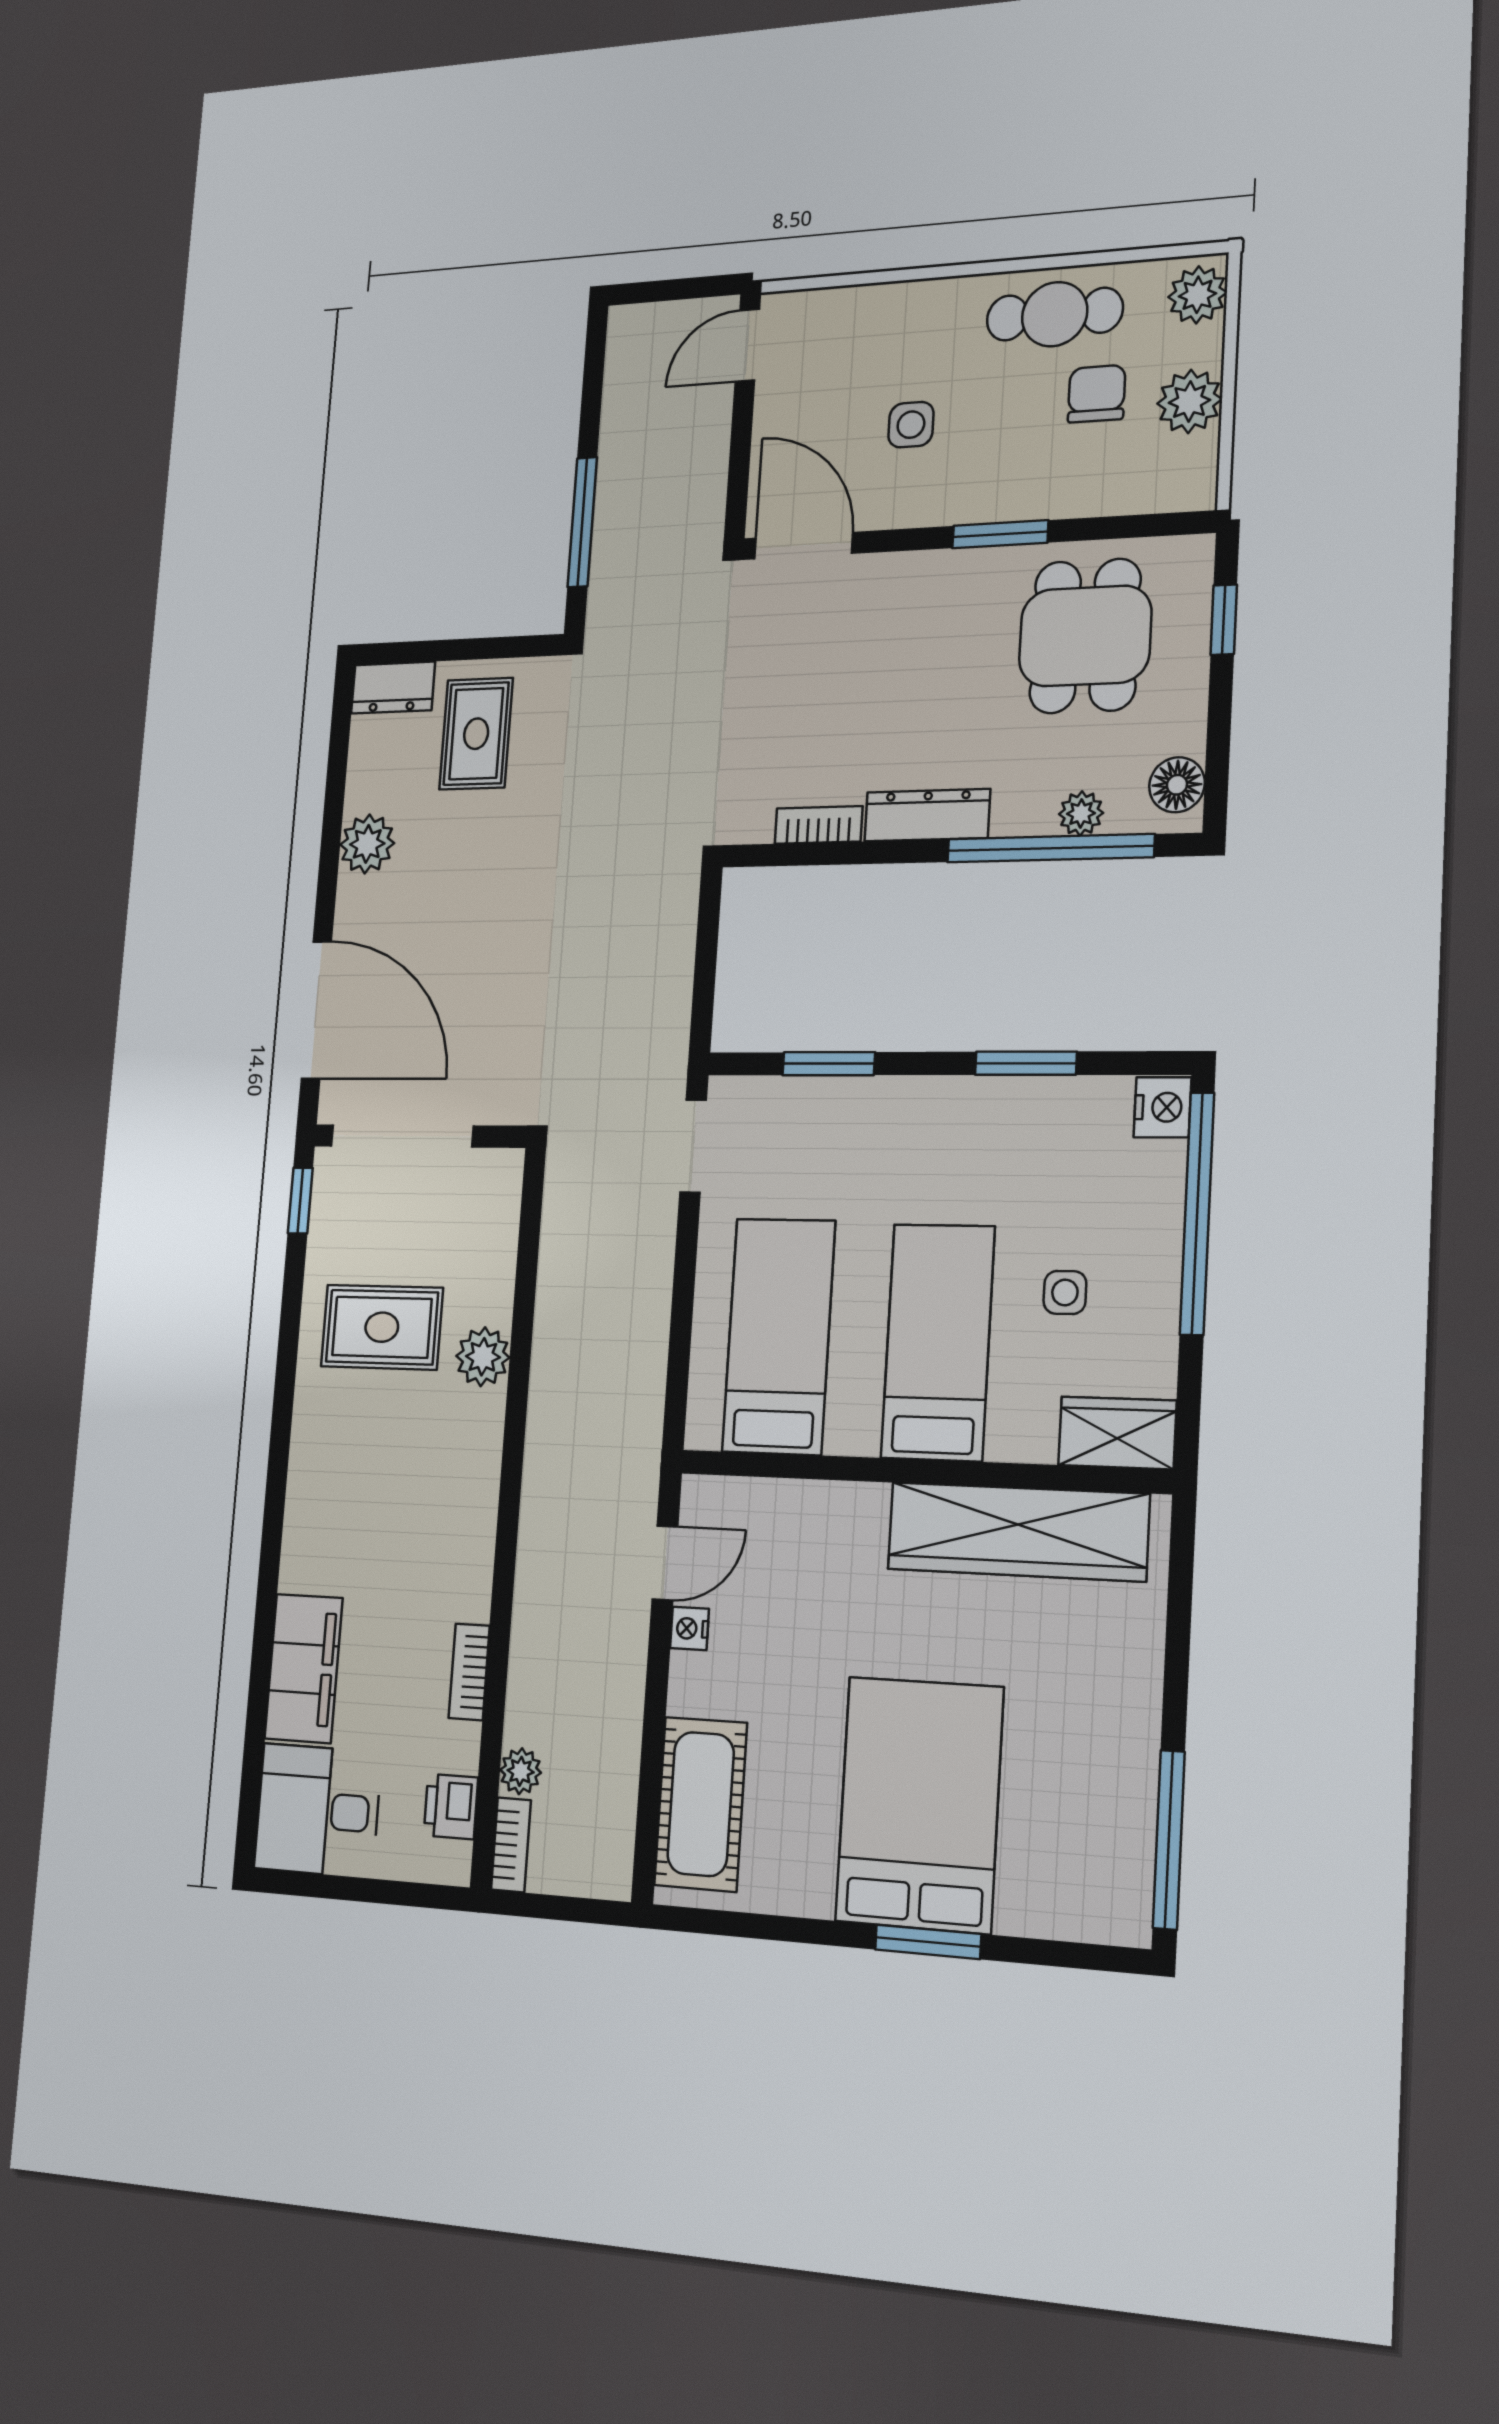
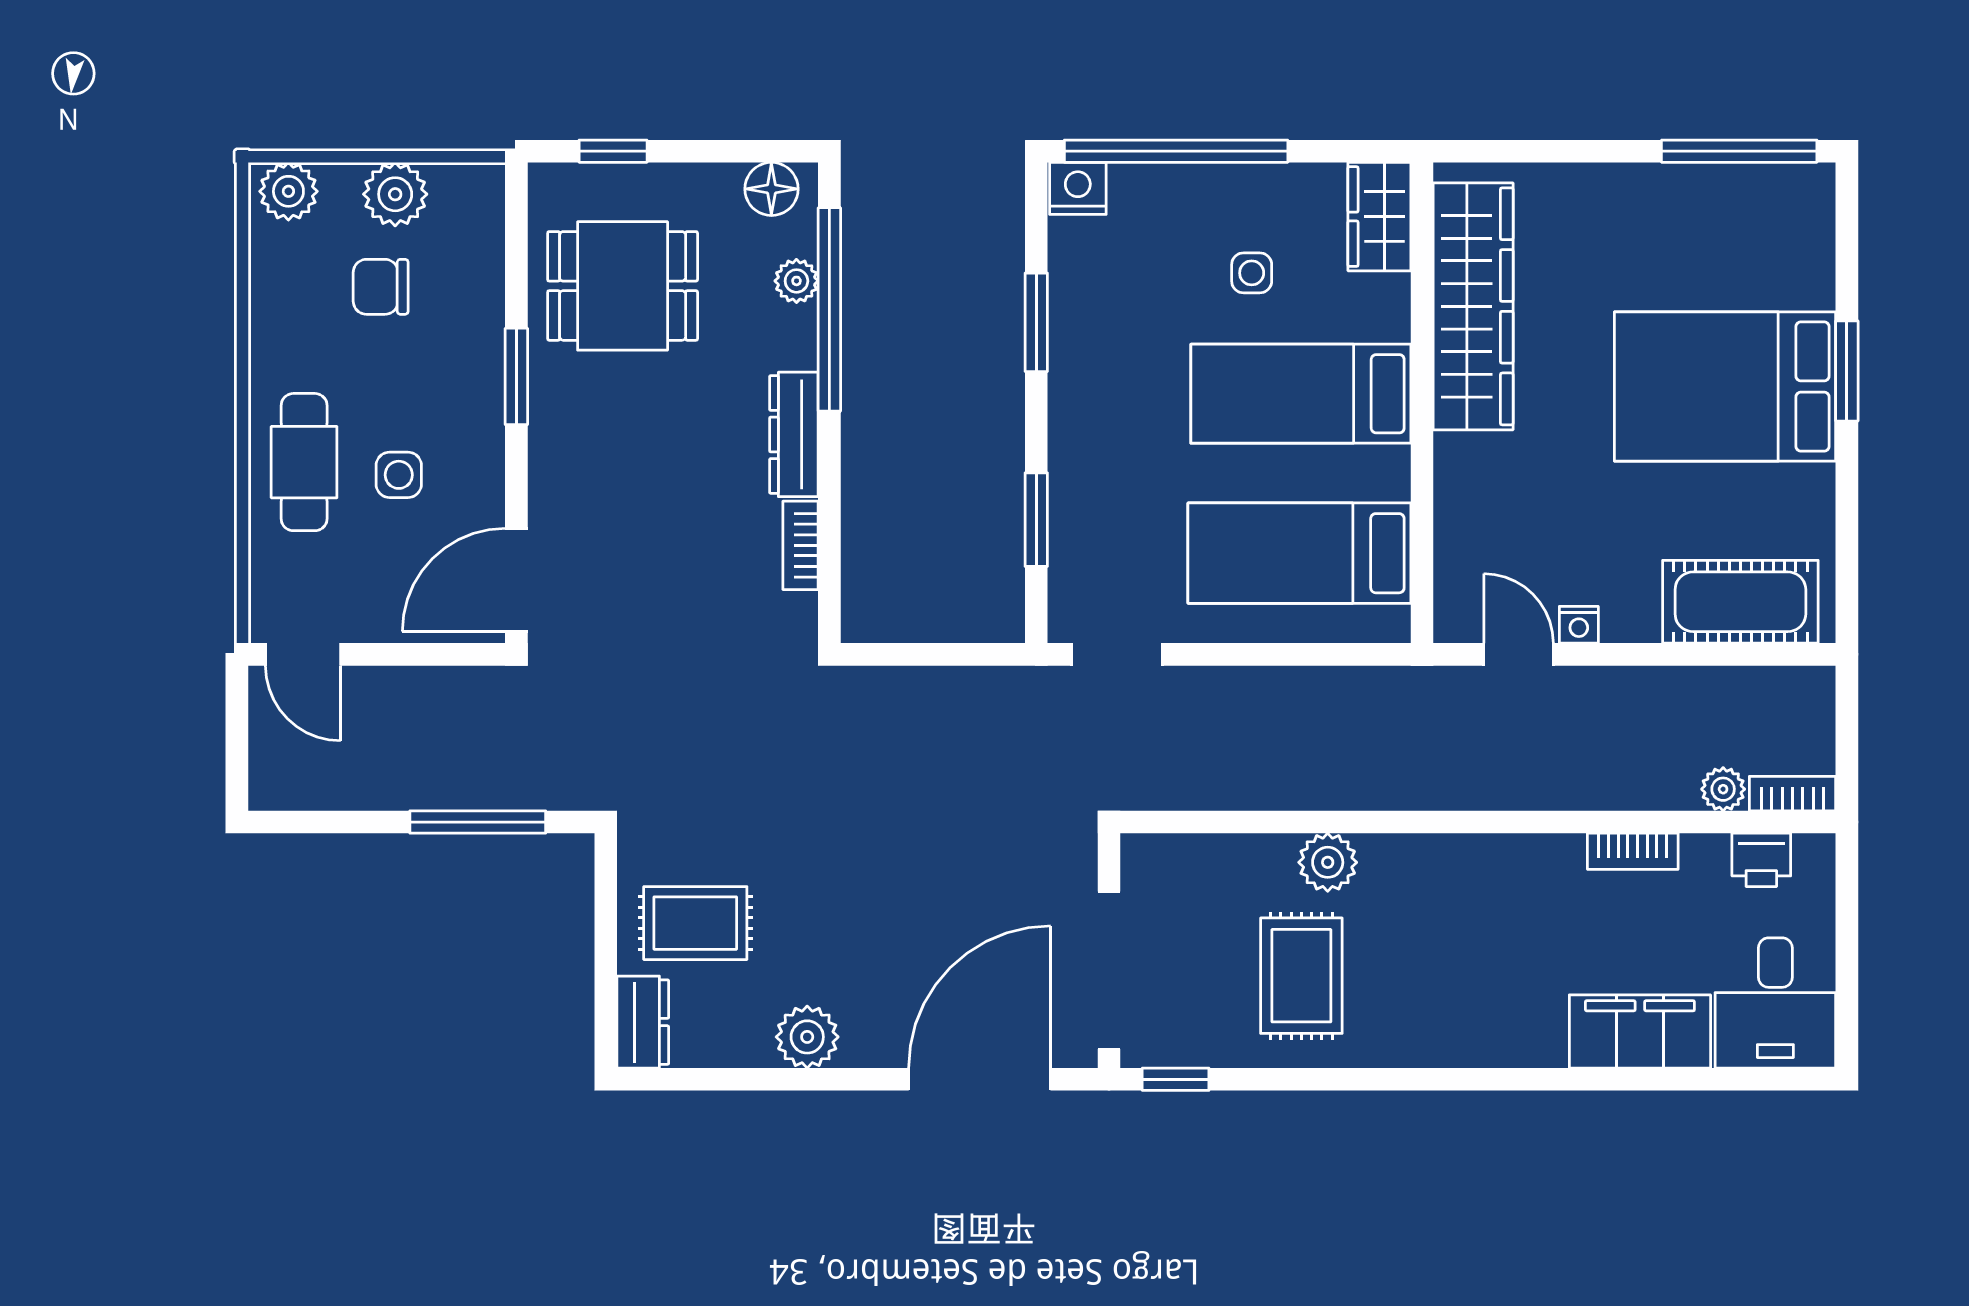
cafe table: (1055, 314) -> (304, 462), moved

